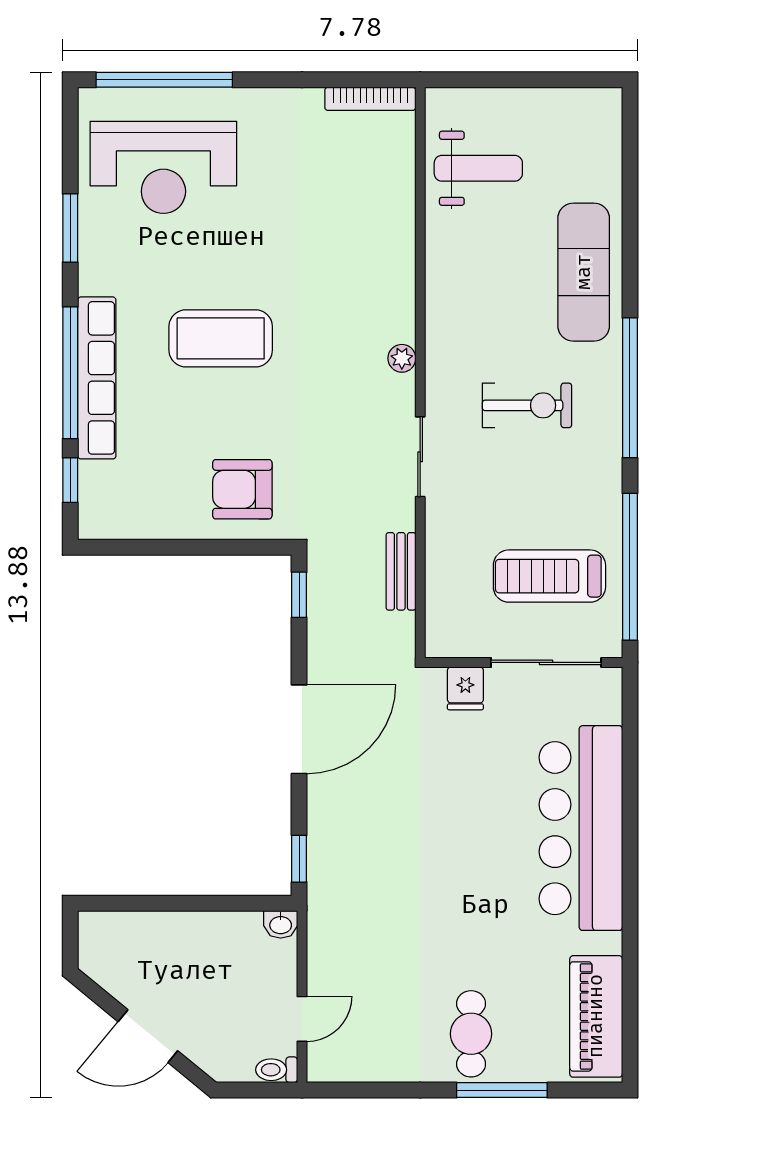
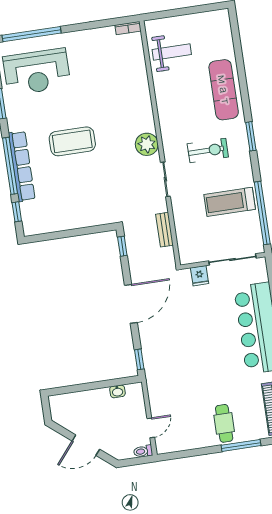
bookcase: (370, 99) -> (128, 28), width x0.64
plant: (402, 358) -> (147, 144), width x1.87, depth x1.87
window: (630, 388) -> (251, 136), width x0.47
armchair: (242, 489) -> (91, 205), removed
treadmill: (549, 576) -> (230, 202), moved
washbasin: (281, 924) -> (117, 391), moved

